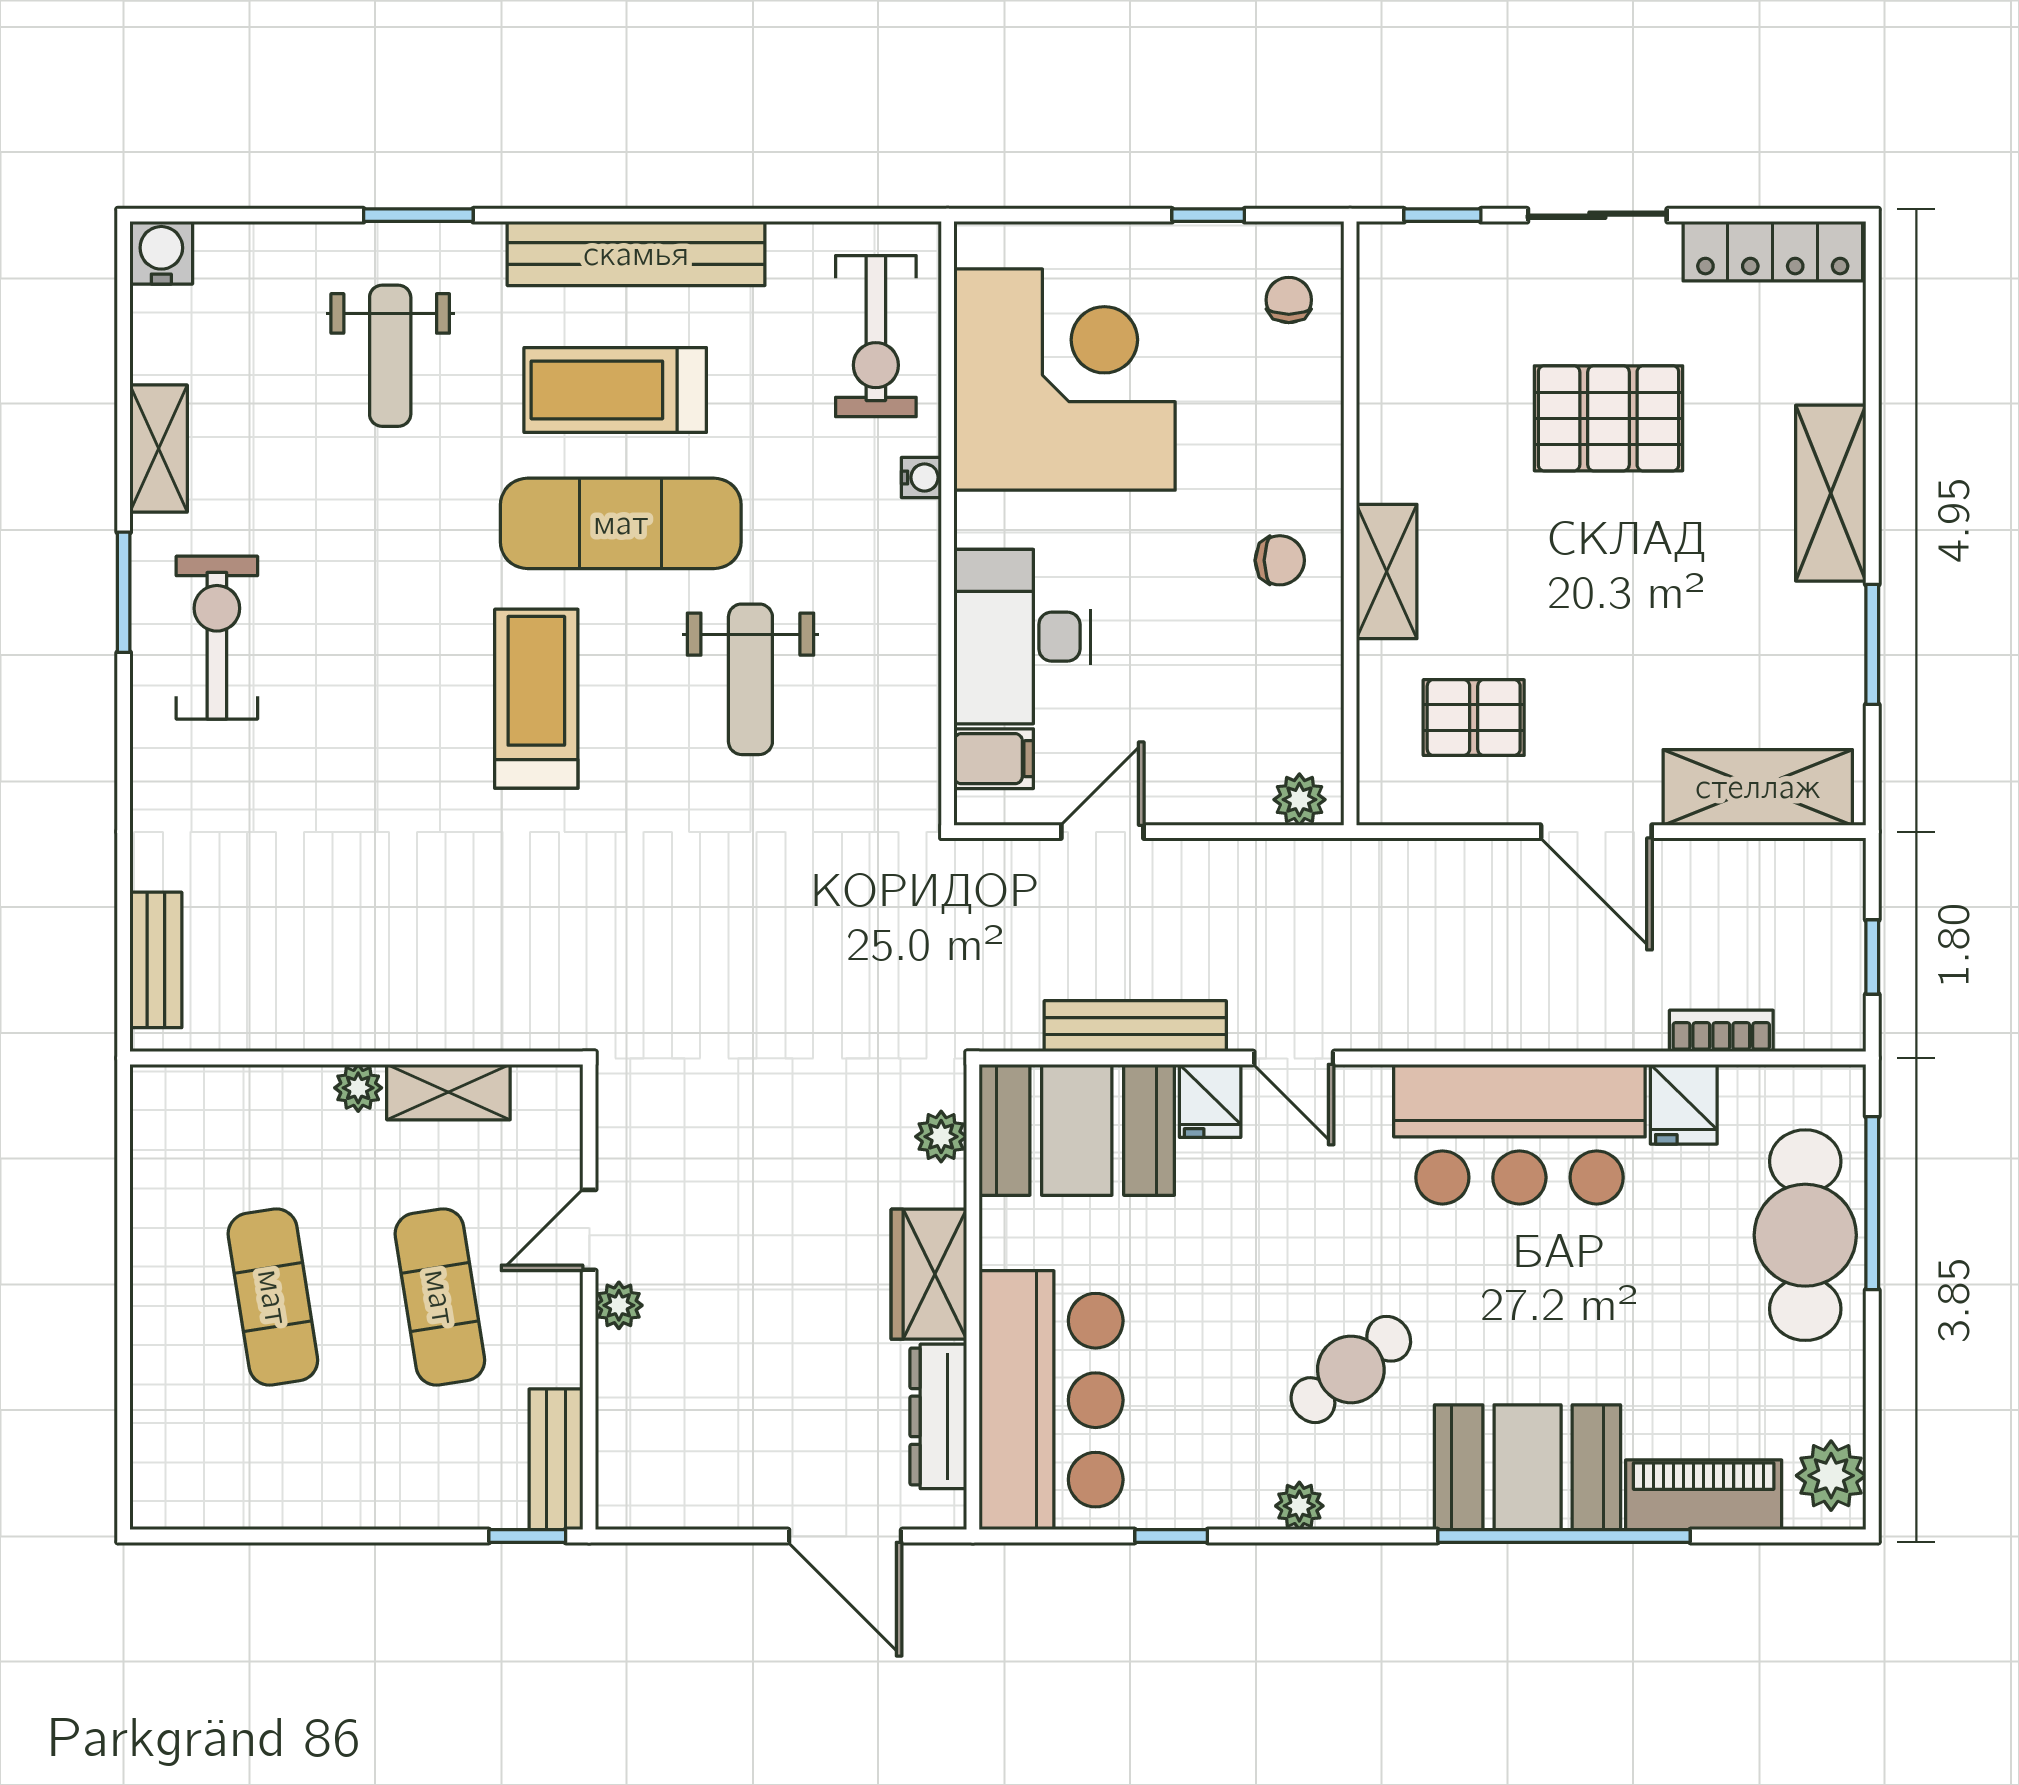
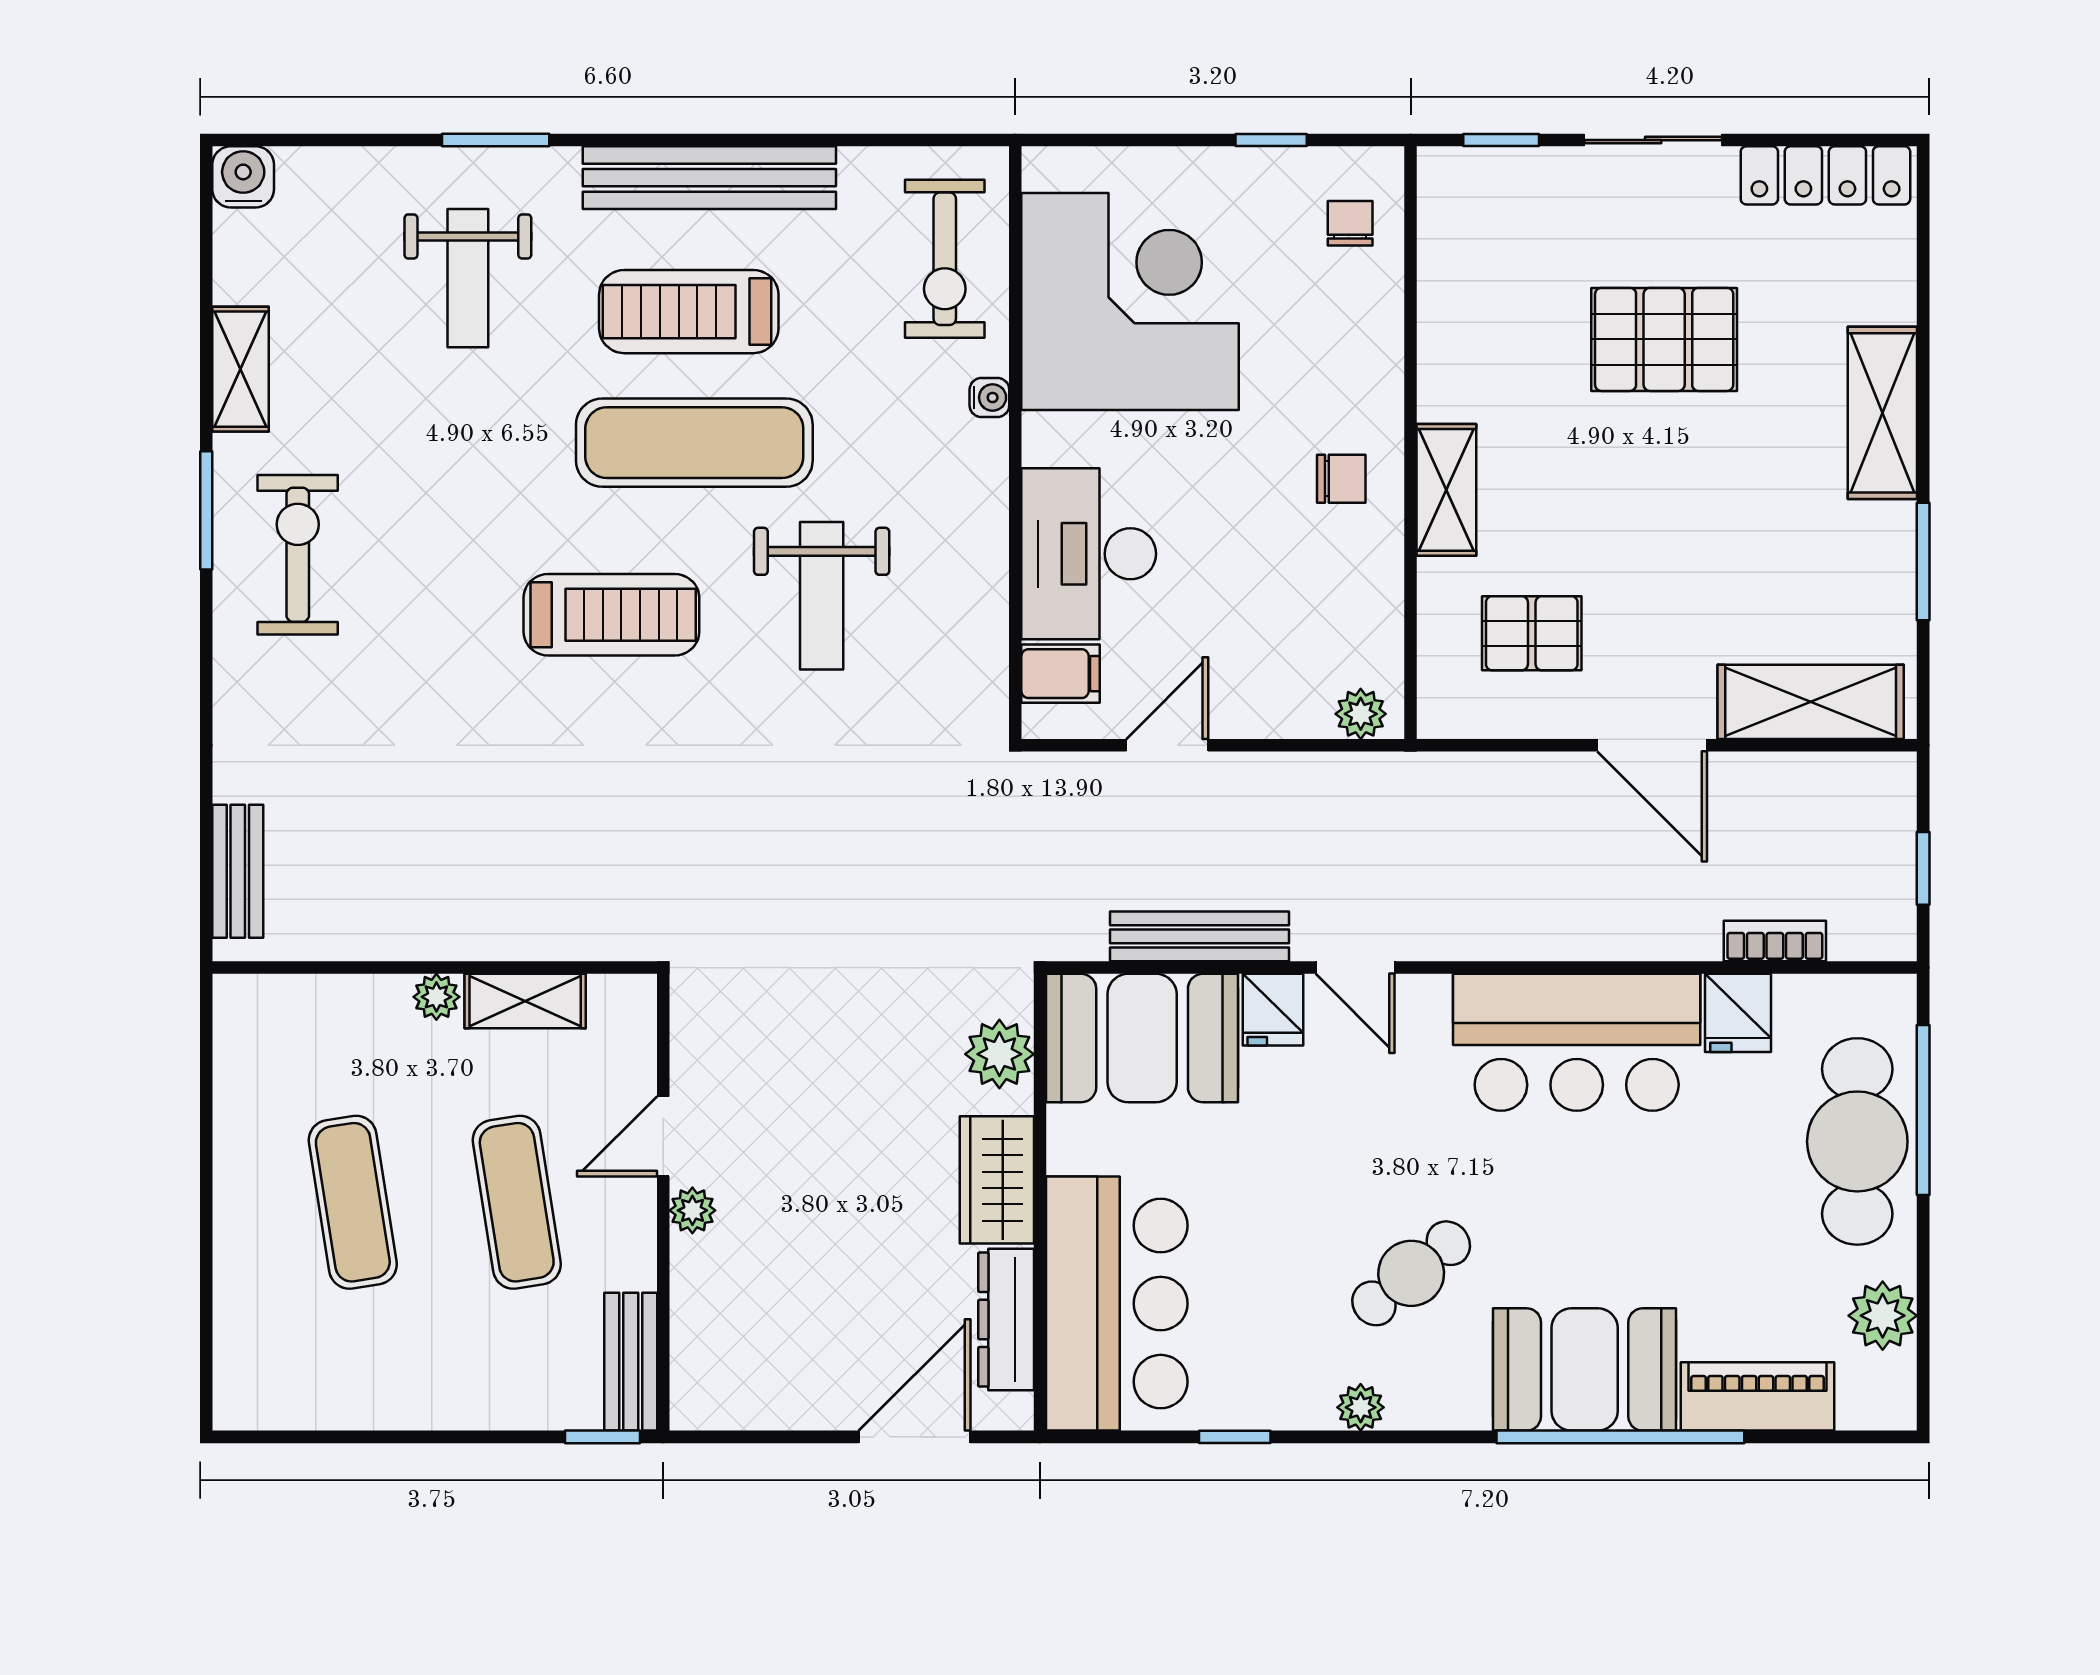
treadmill: (536, 699) -> (611, 615), turned 90
plant: (941, 1137) -> (999, 1054), width x1.38, depth x1.38
plant: (1831, 1476) -> (1883, 1316), moved
door: (845, 1536) -> (915, 1437), swing flipped

